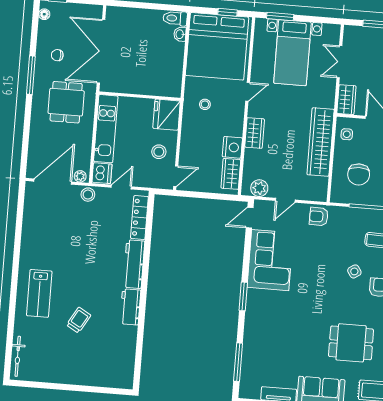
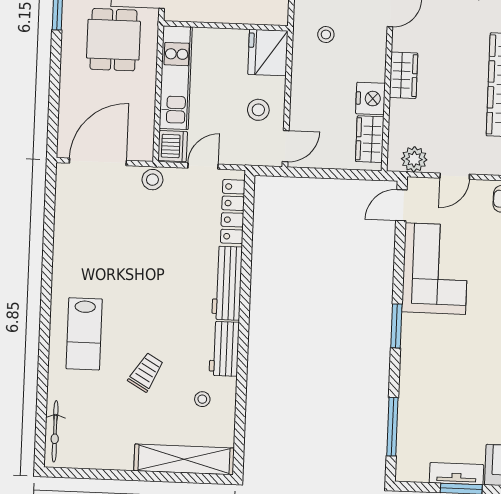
plant: (80, 176) -> (140, 152), removed
stool: (115, 339) -> (202, 399), added
shelving: (101, 378) -> (184, 459), added

